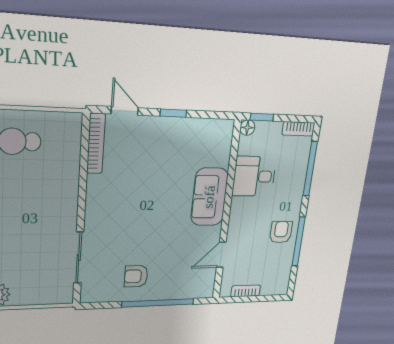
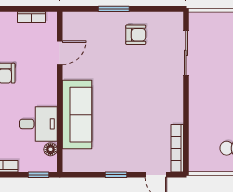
floor lamp: (247, 128) -> (50, 149), moved
sofa: (209, 197) -> (77, 115), width x1.36
window: (158, 303) -> (114, 9), width x0.47

